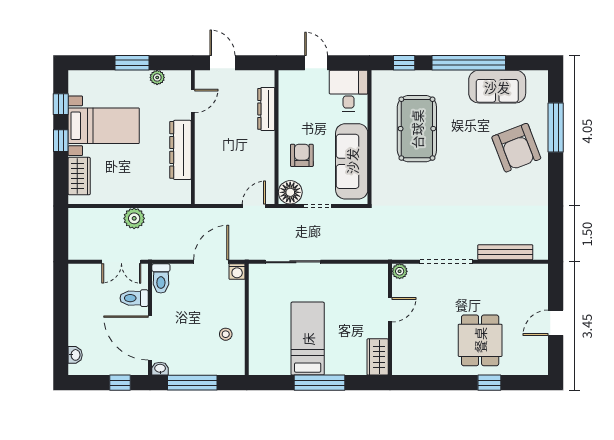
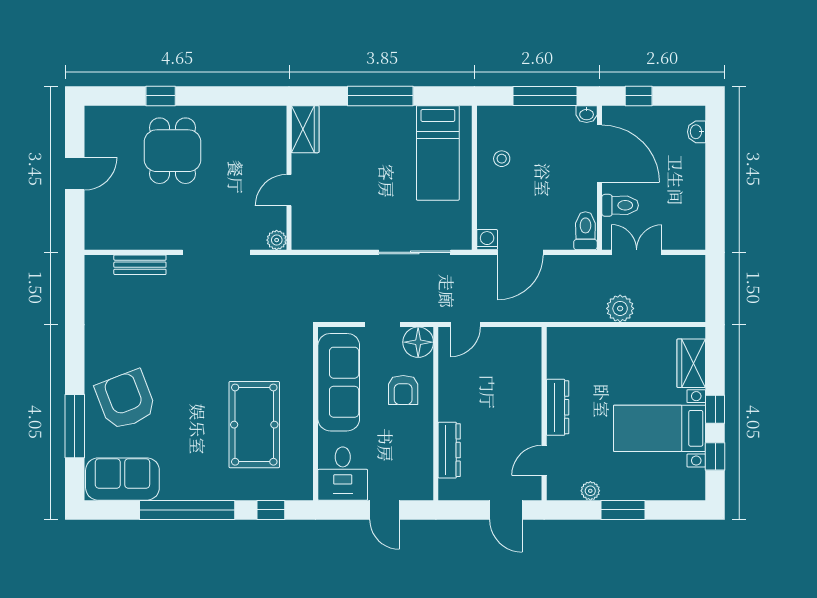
sofa: (497, 87) -> (122, 479), moved
dresser: (180, 150) -> (558, 407), width x0.73, depth x0.80
bench: (505, 252) -> (140, 265), width x0.73
bed: (308, 339) -> (438, 153), moved

